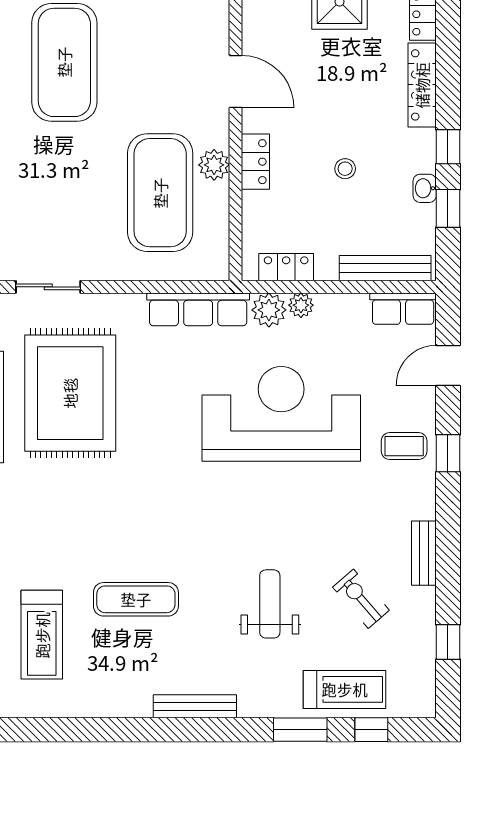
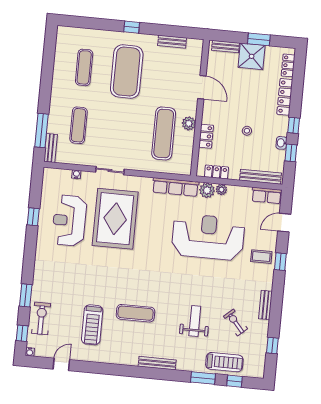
locker: (255, 162) -> (206, 136), moved
exercise mat: (160, 193) -> (164, 133), width x0.68

